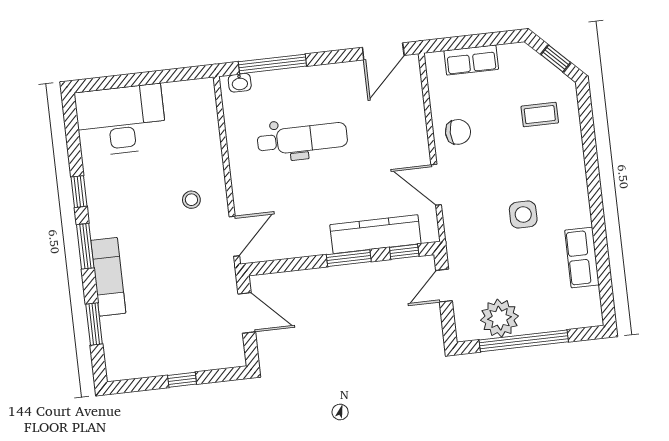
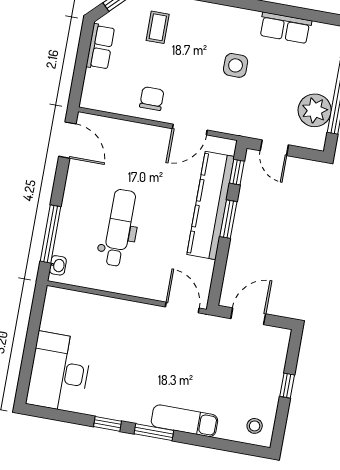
row of seats: (471, 60) -> (100, 47), moved
stool: (191, 200) -> (255, 426), moved
kitchen counter: (375, 234) -> (211, 205), width x1.39, depth x1.17
window: (94, 324) -> (220, 444), removed

